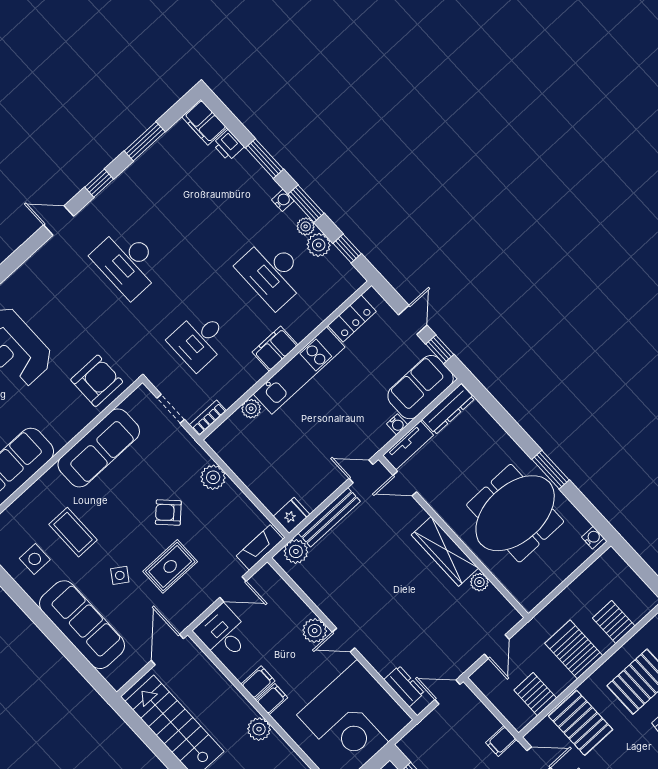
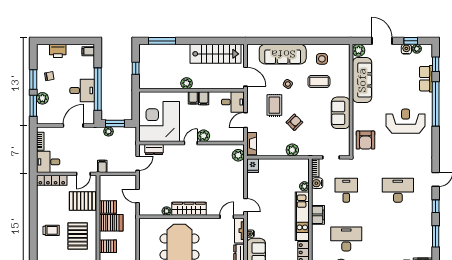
water cooler: (229, 394) -> (317, 183), added
sofa: (99, 448) -> (341, 113), width x0.73
door: (361, 471) -> (245, 205), hinge flipped
bench: (329, 517) -> (240, 179), removed
server rack: (535, 694) -> (108, 207), moved

